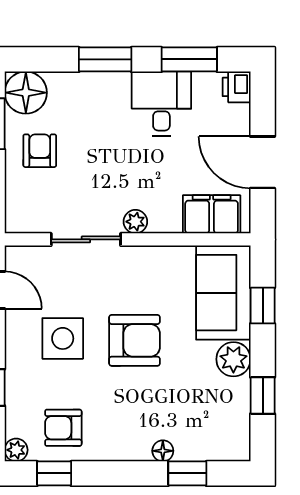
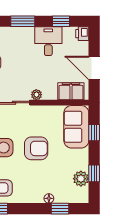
window: (189, 59) -> (61, 21), width x0.67
plant: (233, 359) -> (81, 179), moved

